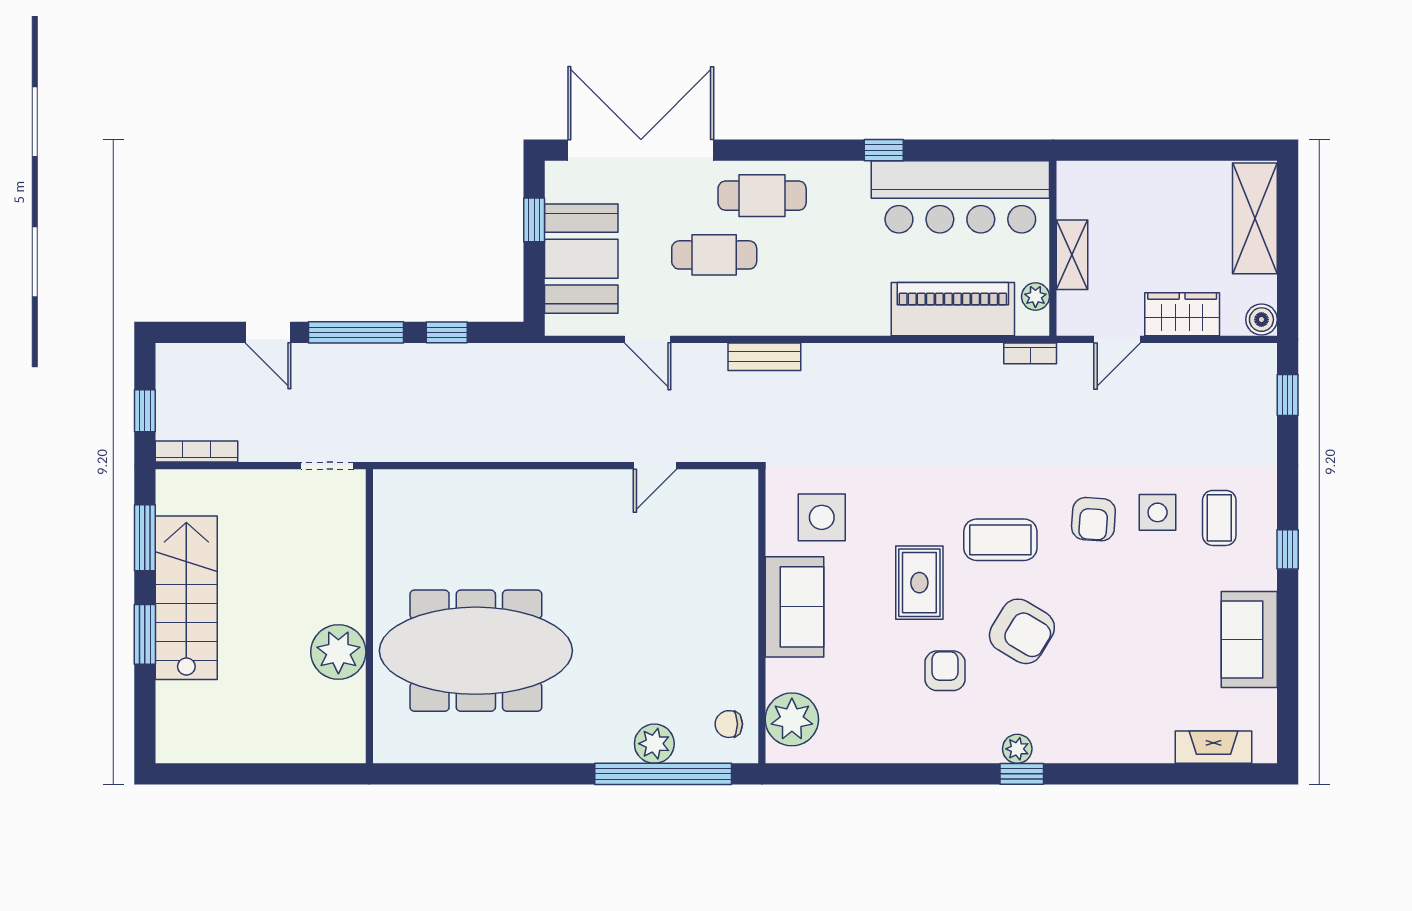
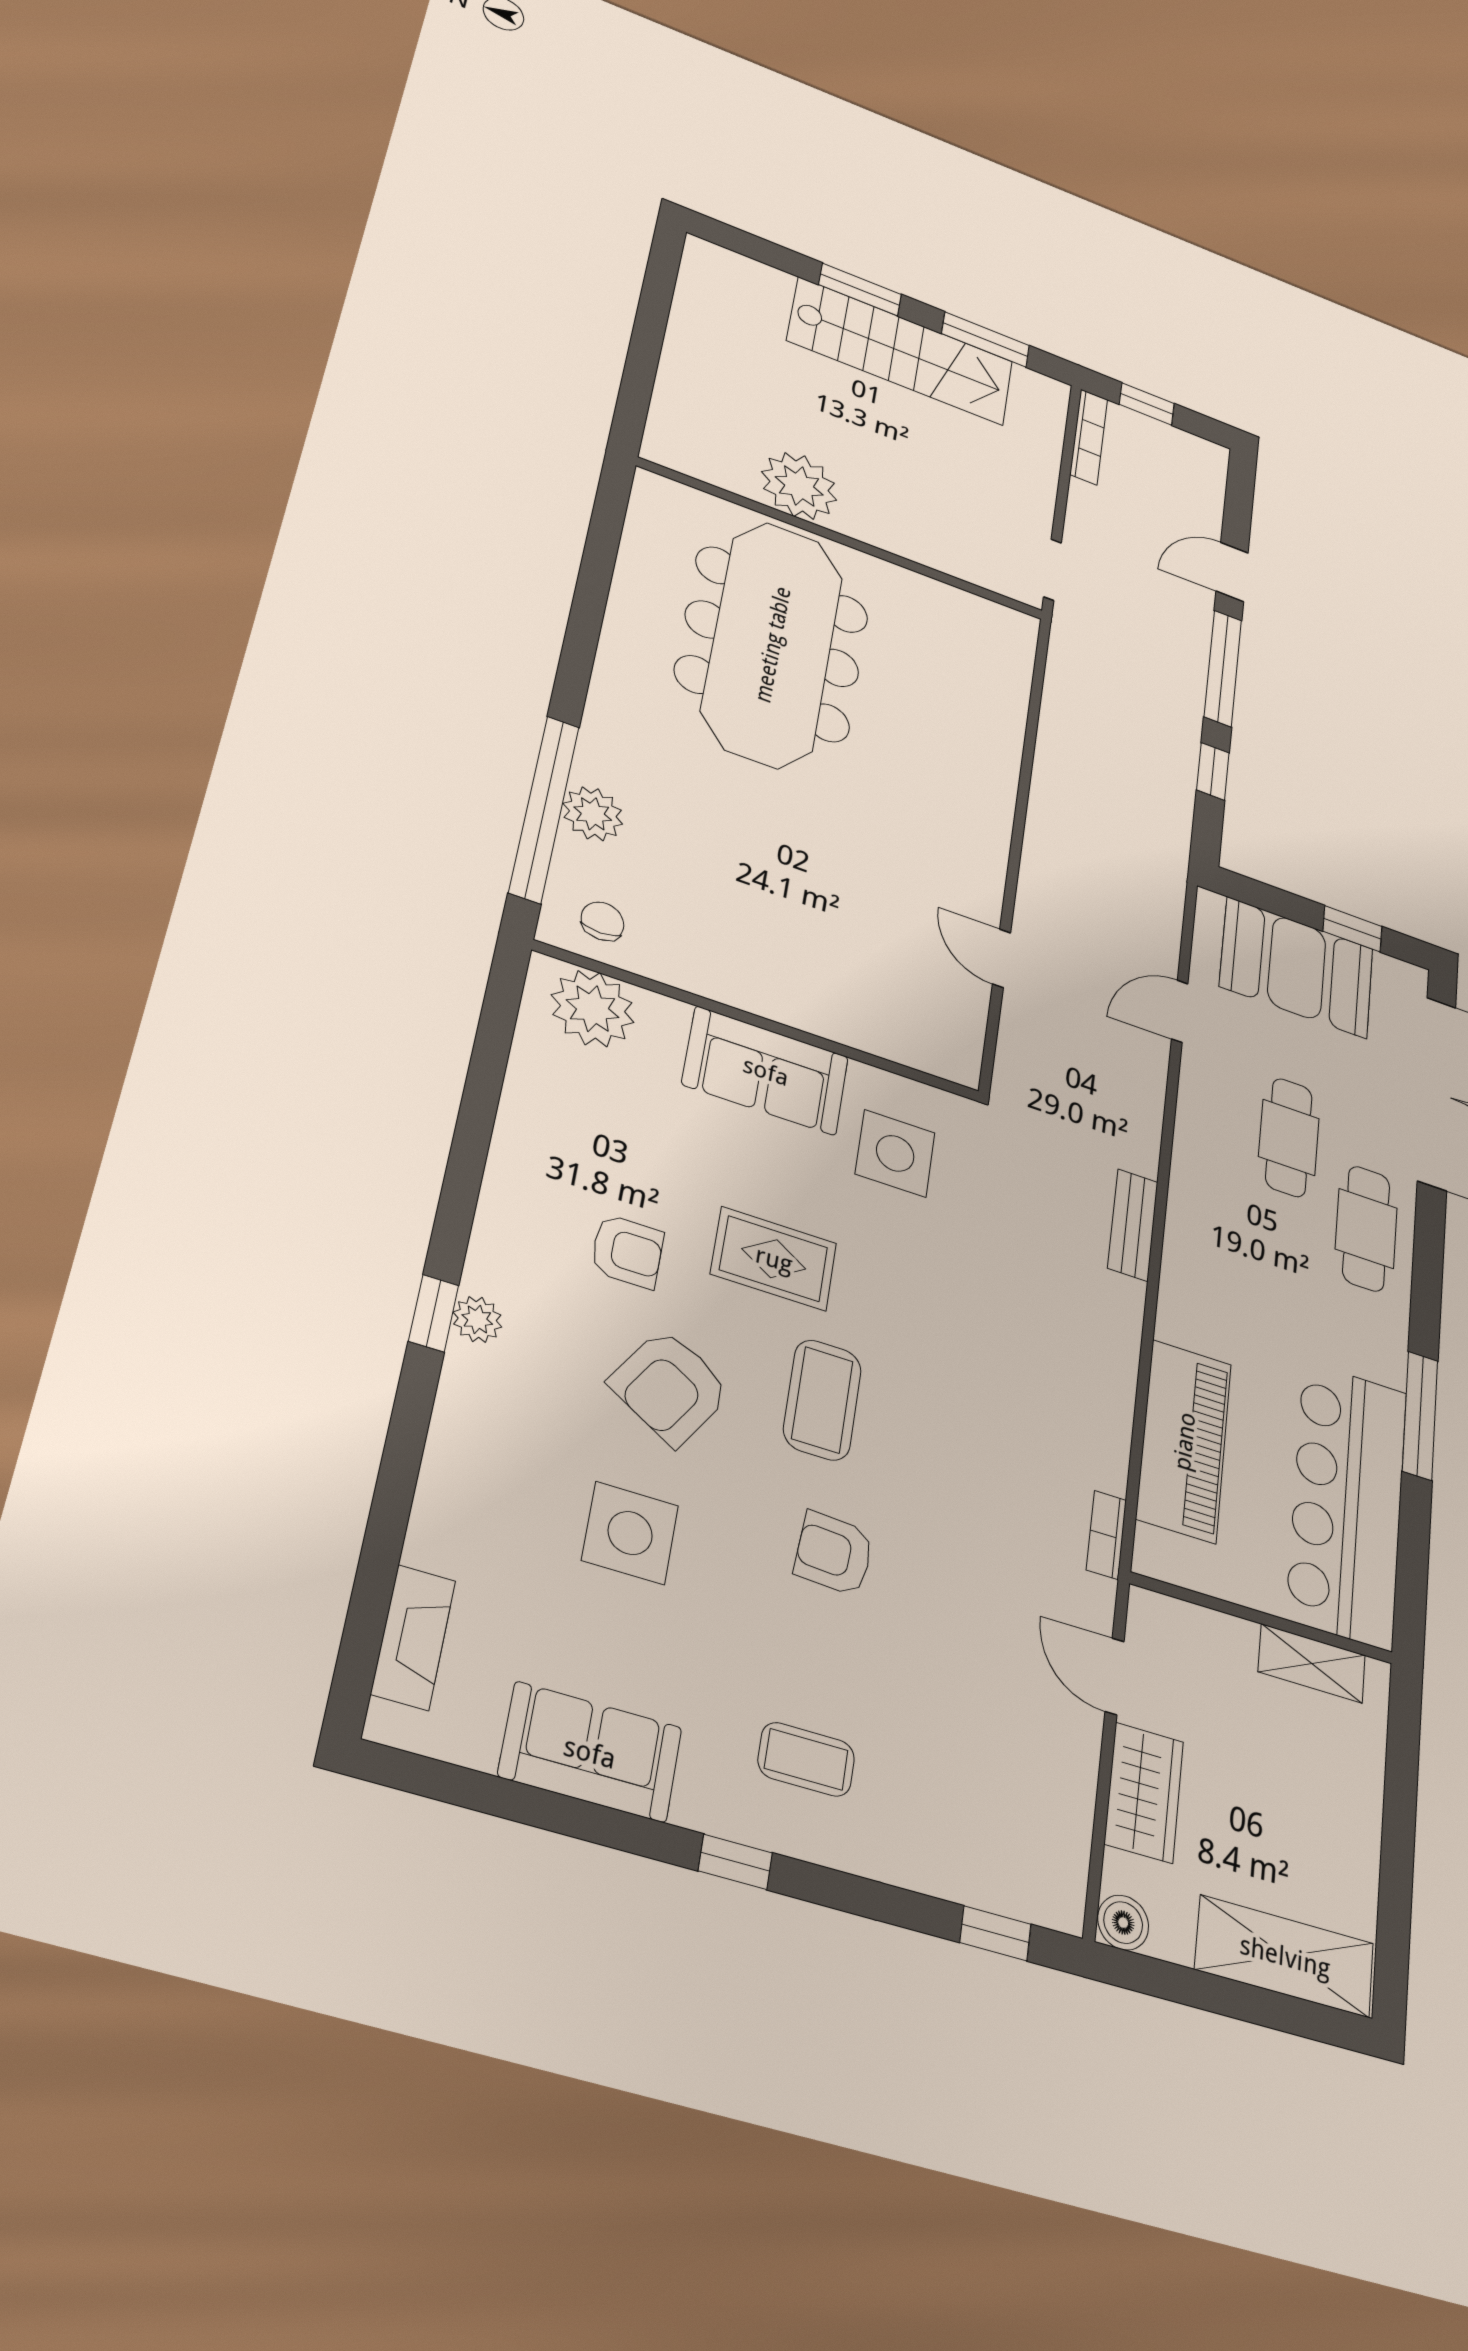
window: (884, 150) -> (1420, 1416), width x2.17
shelving: (1072, 255) -> (1312, 1663), moved
plant: (1035, 297) -> (1192, 1570), removed
bench: (764, 357) -> (1133, 1225), moved
side table: (1158, 512) -> (630, 1533), moved, width x1.37, depth x1.37

